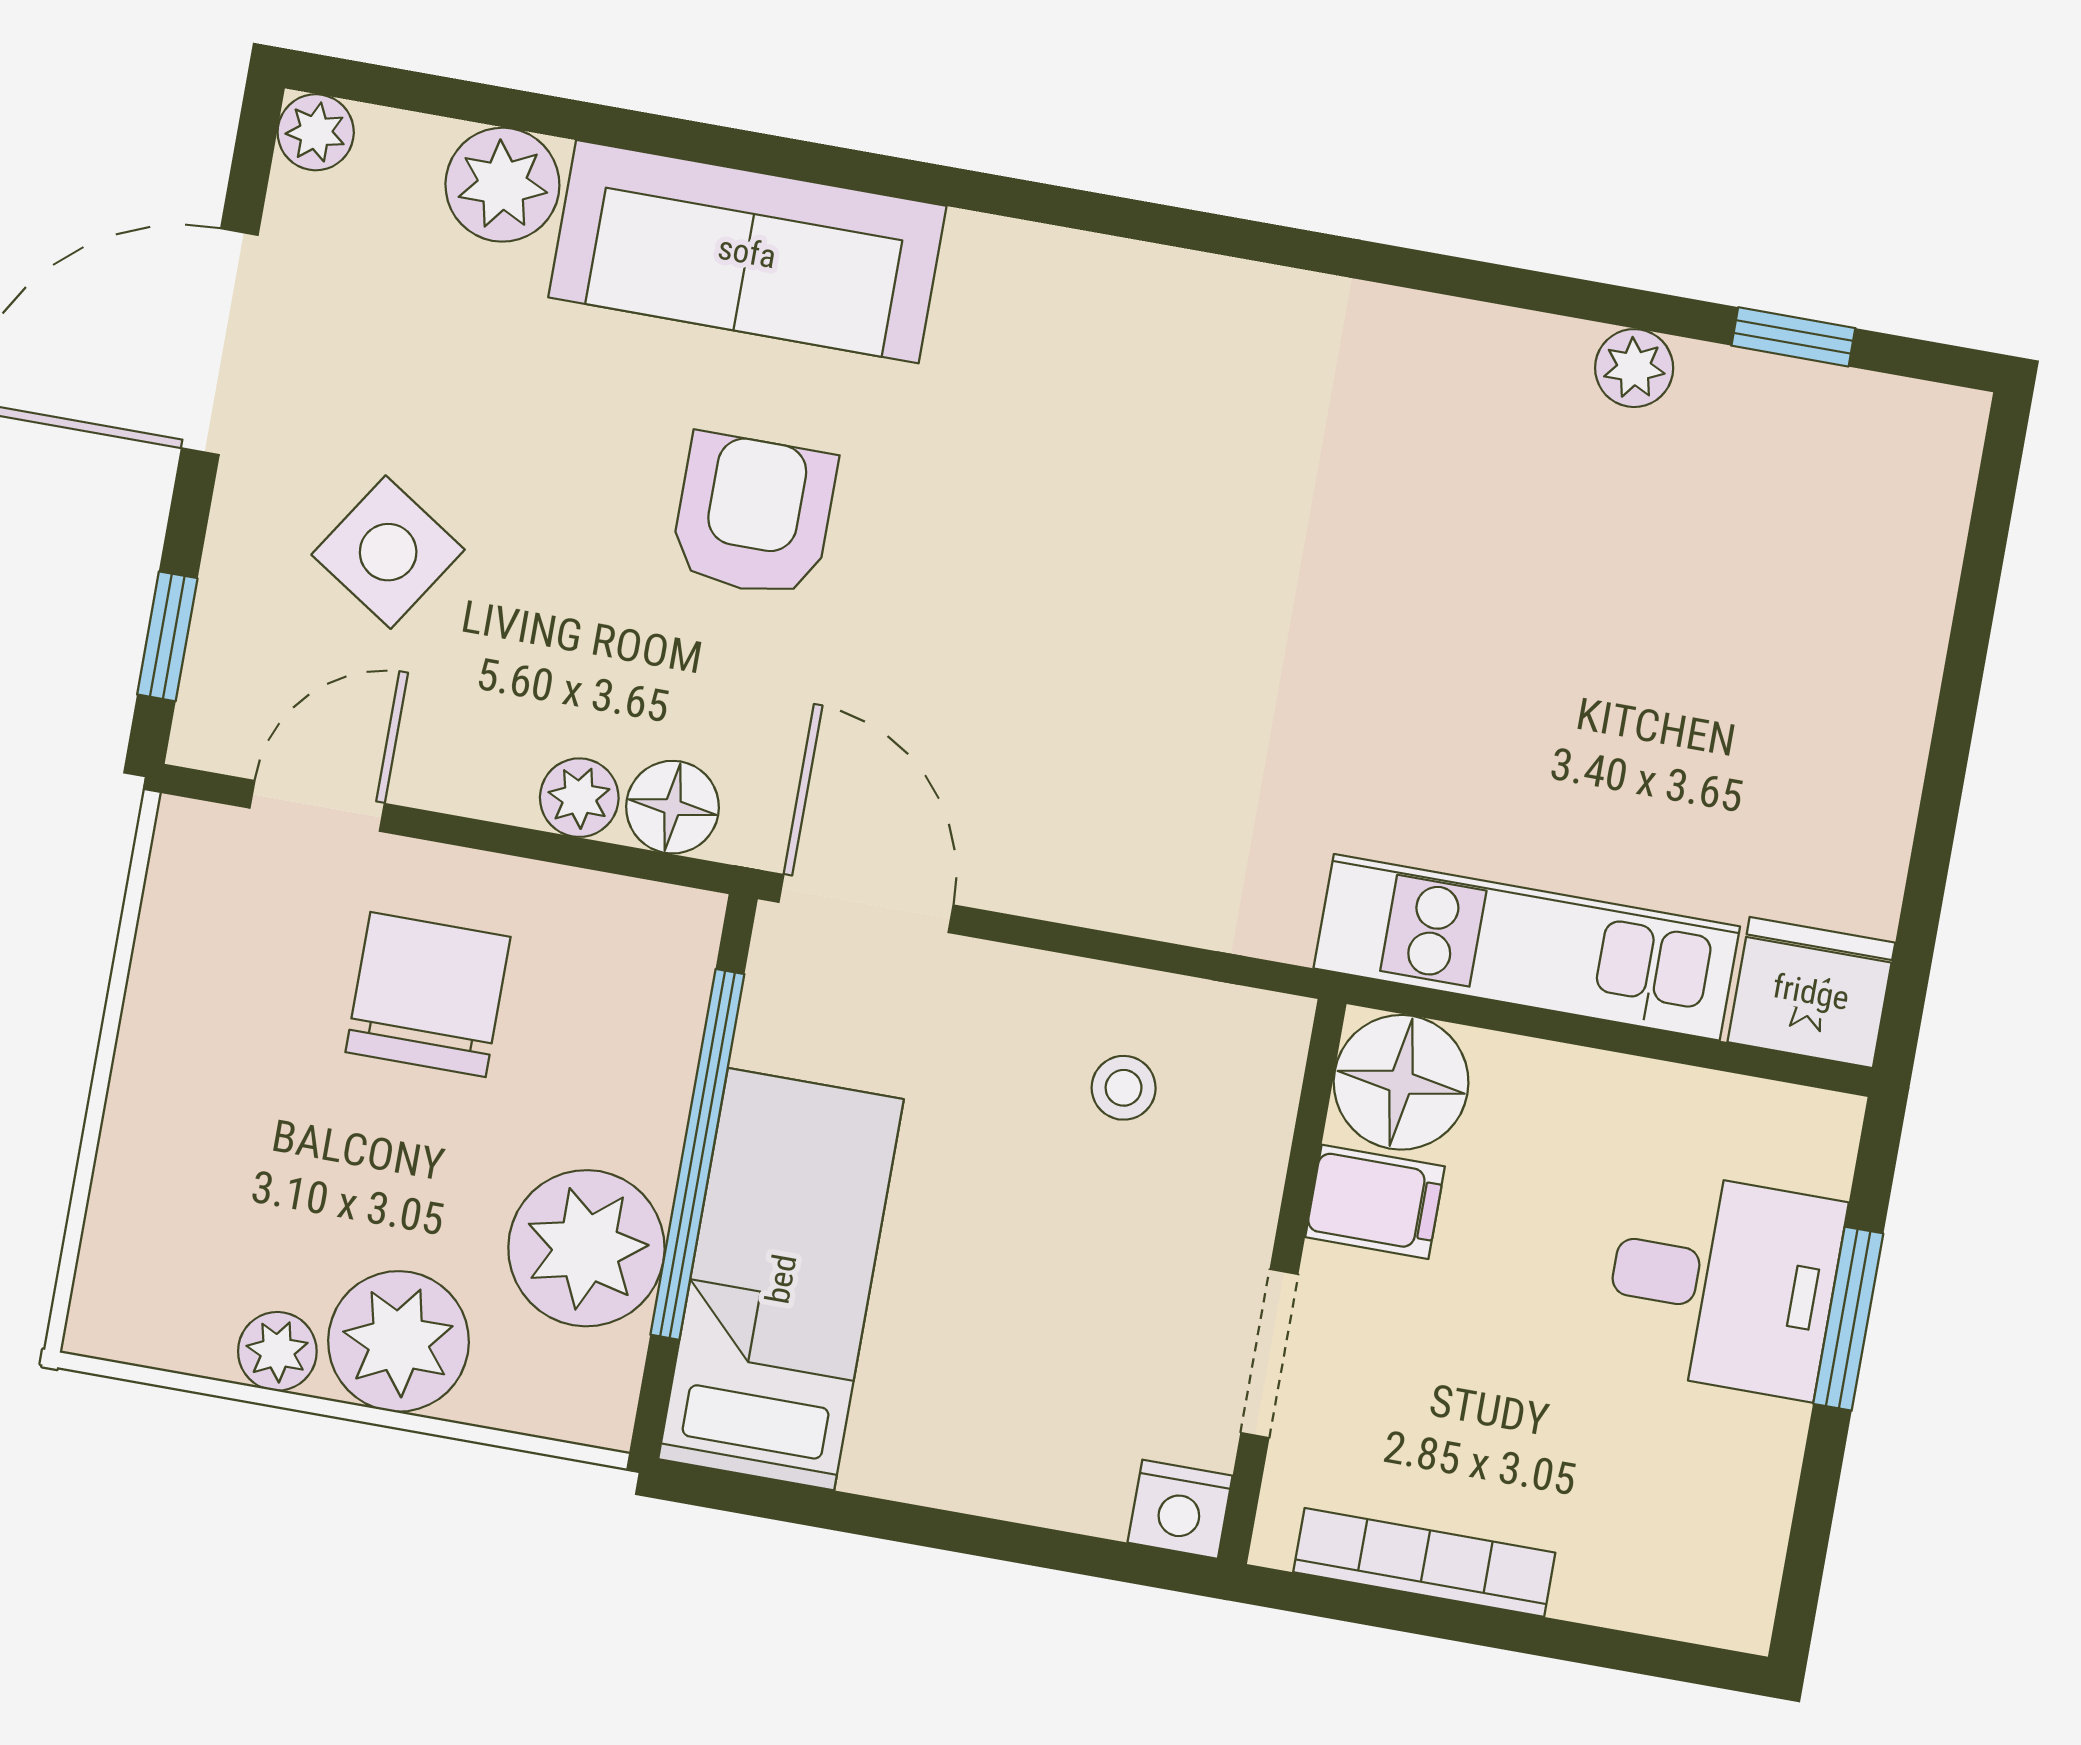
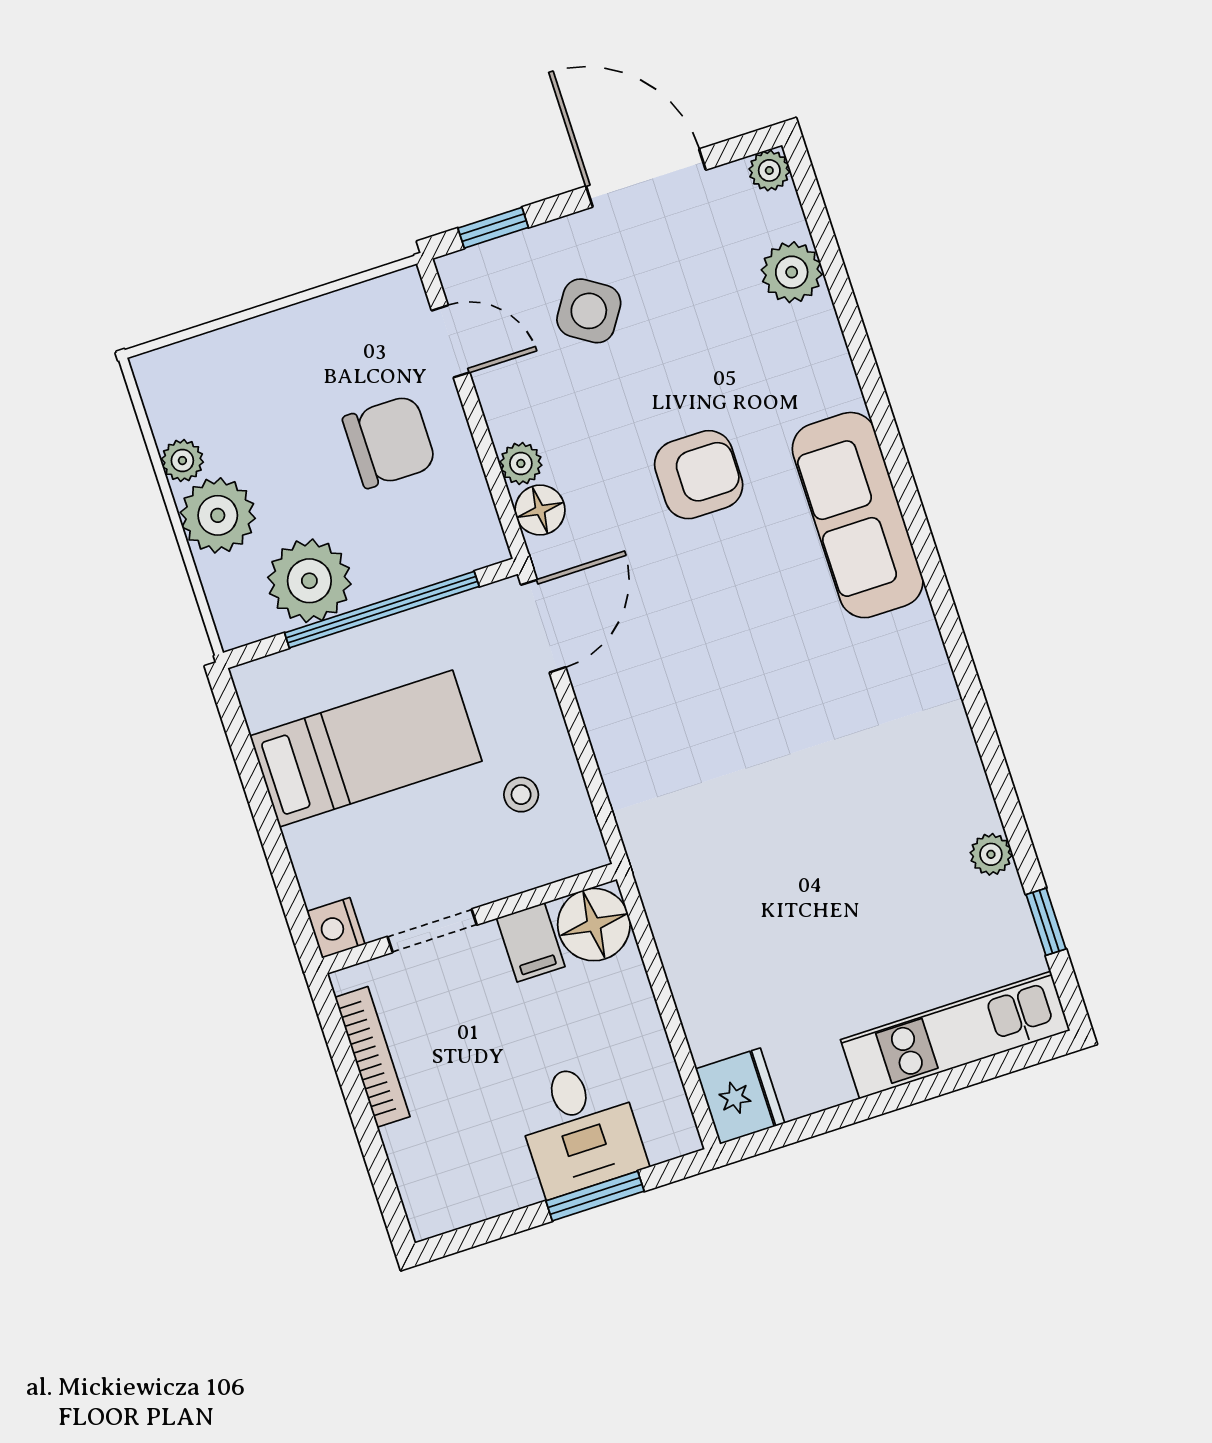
sofa: (747, 252) -> (858, 515), moved
kitchen unit: (1527, 947) -> (955, 1035), moved, turned -90
bed: (781, 1279) -> (366, 749), moved

